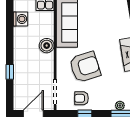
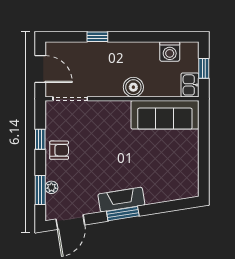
armchair: (85, 67) -> (104, 140), removed
armchair: (81, 98) -> (59, 150), moved, turned 90

